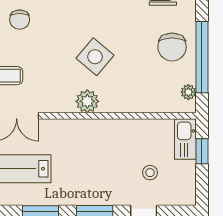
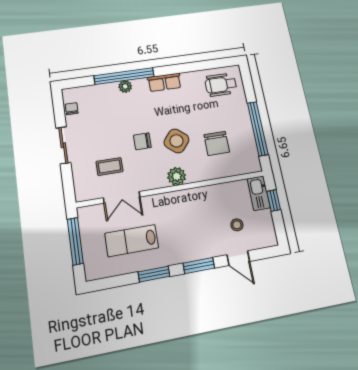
chair: (20, 20) -> (142, 141), moved, turned 90
chair: (172, 47) -> (217, 143), moved
plant: (188, 92) -> (253, 156), removed

